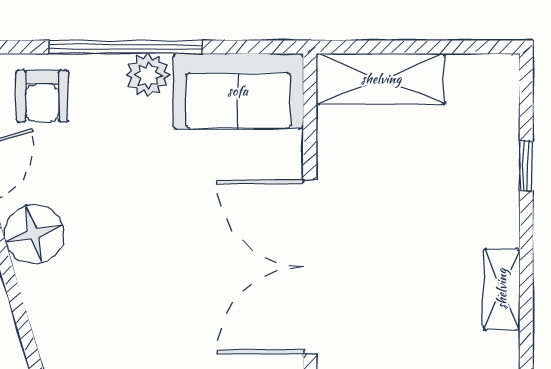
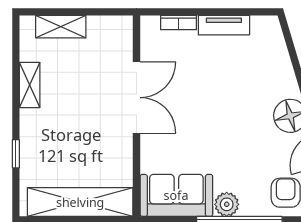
shelving: (381, 79) -> (80, 202), width x1.47
double door: (310, 267) -> (137, 98), width x0.73

